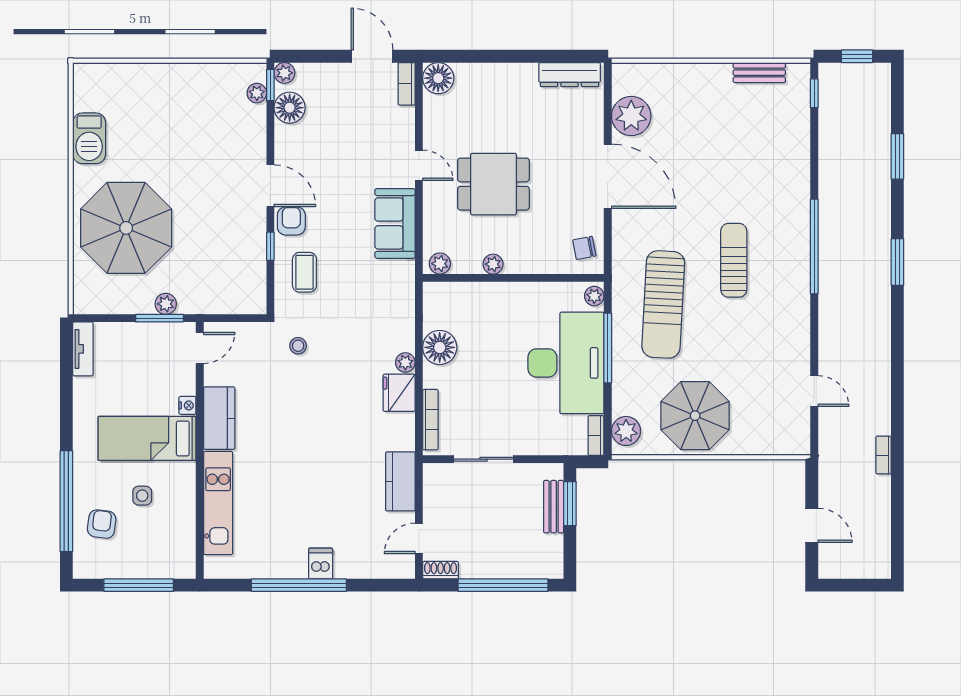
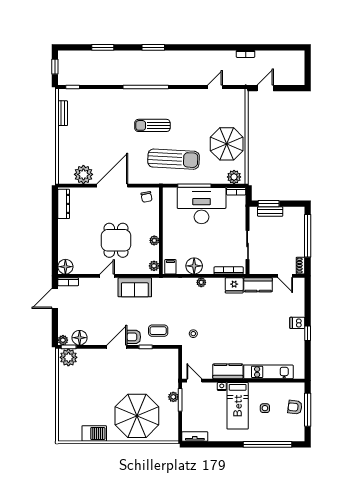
plant: (257, 93) -> (68, 357), width x1.88, depth x1.88
plant: (594, 296) -> (170, 192), removed
filing cabinet: (438, 298) -> (170, 267), added
fridge: (399, 393) -> (234, 285), moved
armchair: (102, 524) -> (295, 407), moved
door: (812, 525) -> (265, 88), moved
window: (299, 585) -> (308, 333), width x0.32

